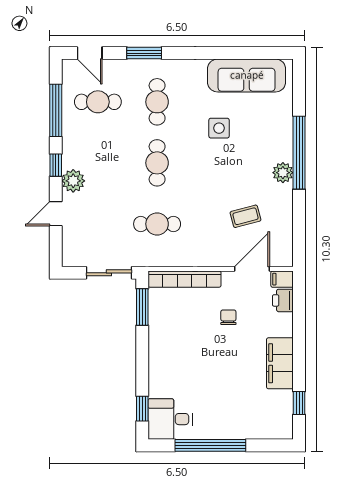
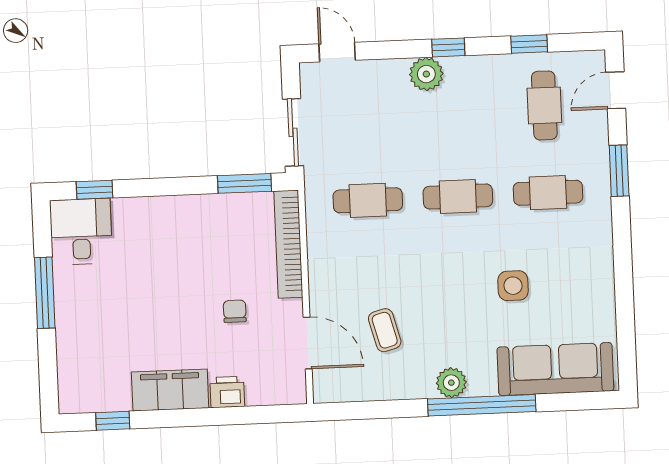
sofa: (247, 75) -> (555, 369), moved, turned 90
window: (56, 110) -> (529, 44), width x0.46
door: (56, 214) -> (337, 52), moved
cafe table: (157, 224) -> (368, 200), turned 90
filing cabinet: (282, 279) -> (294, 388), removed
printer: (283, 300) -> (227, 392), moved
chair: (228, 317) -> (235, 311), turned -90
window: (210, 445) -> (45, 293), width x0.68

